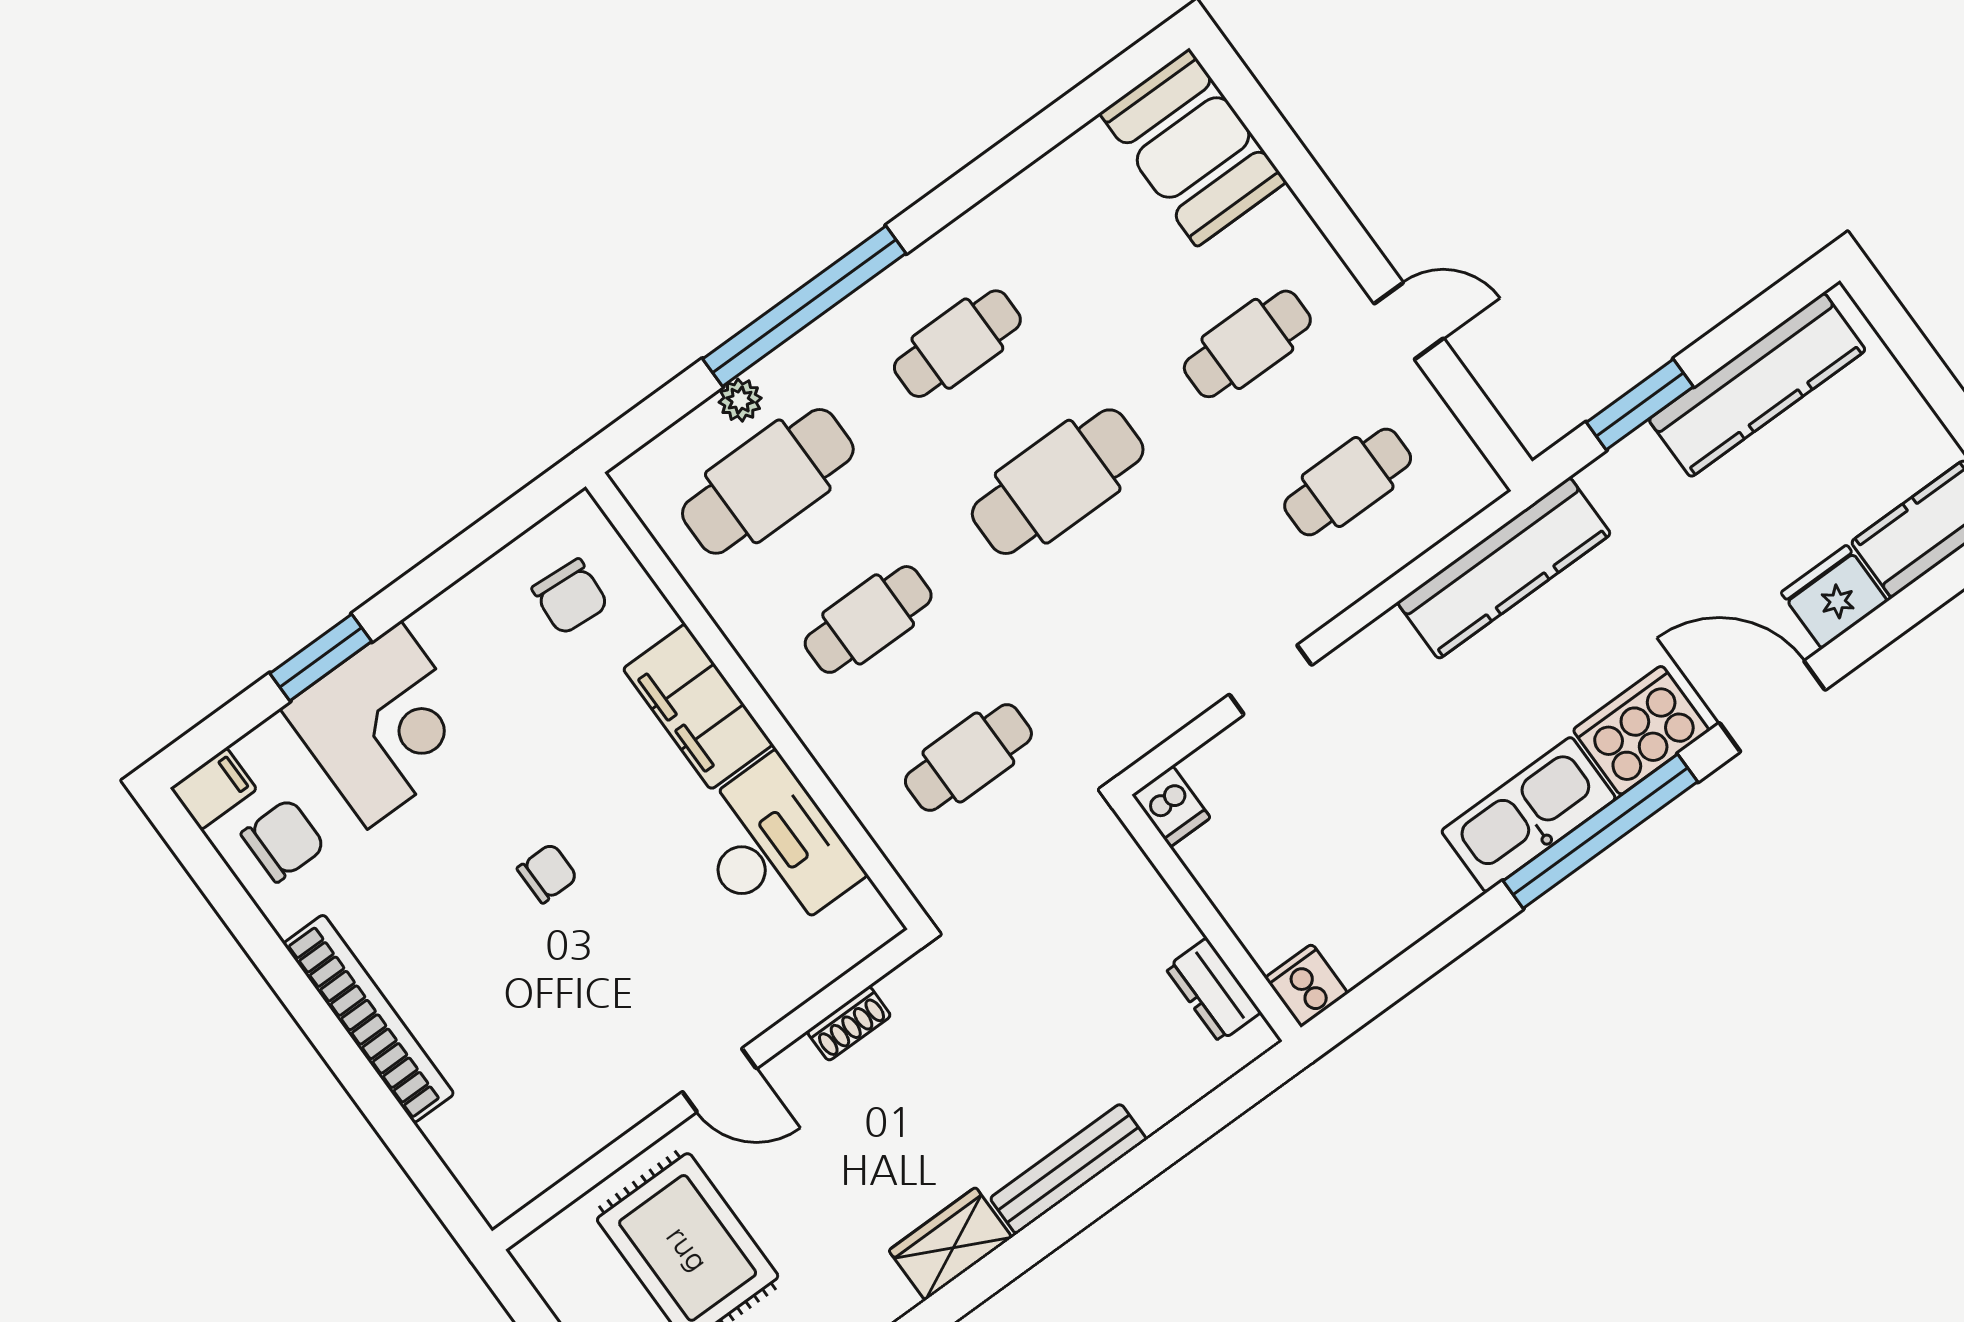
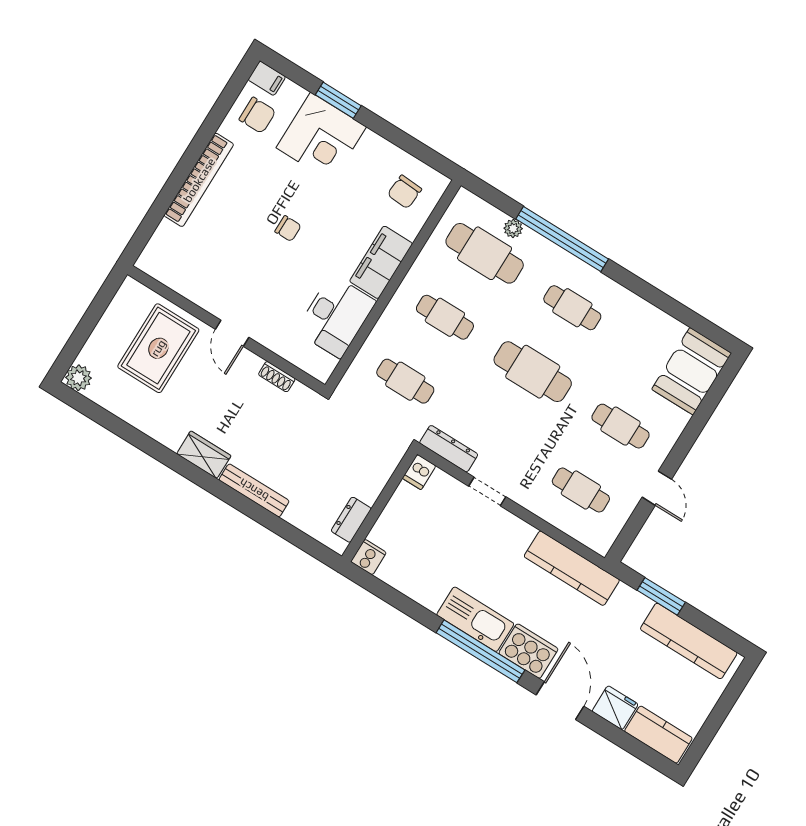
dresser: (1147, 724) -> (449, 449), added

